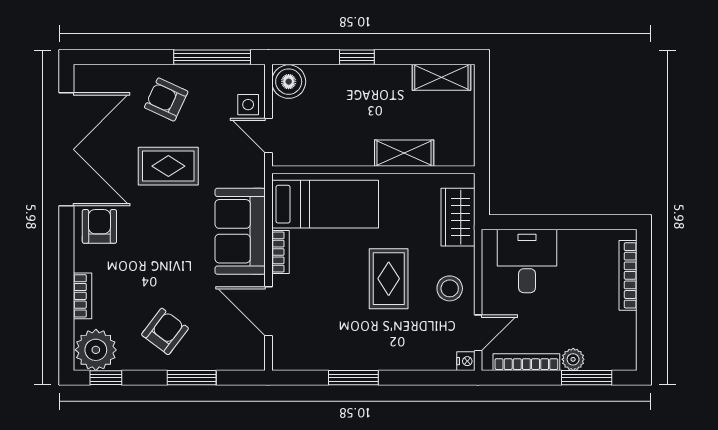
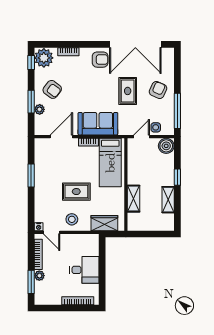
shelving: (441, 77) -> (168, 200), moved
desk: (527, 261) -> (84, 270), moved
plant: (209, 359) -> (40, 109), added

